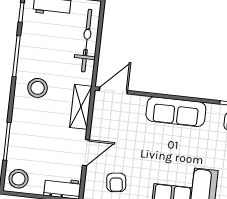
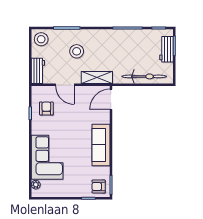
stool: (38, 88) -> (77, 51), moved
door: (113, 91) -> (111, 99), swing flipped
armchair: (116, 182) -> (46, 108), turned 97

